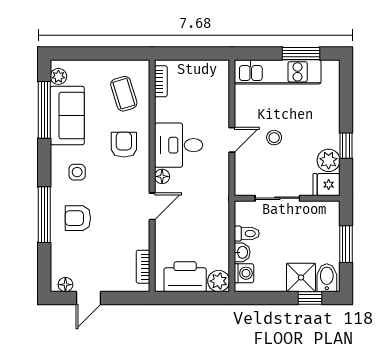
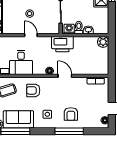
desk: (179, 145) -> (21, 62), moved
washing machine: (244, 273) -> (69, 29), moved
printer: (185, 277) -> (62, 44), moved, turned -90

